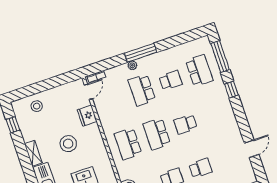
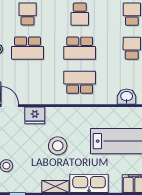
school desk: (128, 144) -> (80, 82), turned 180

